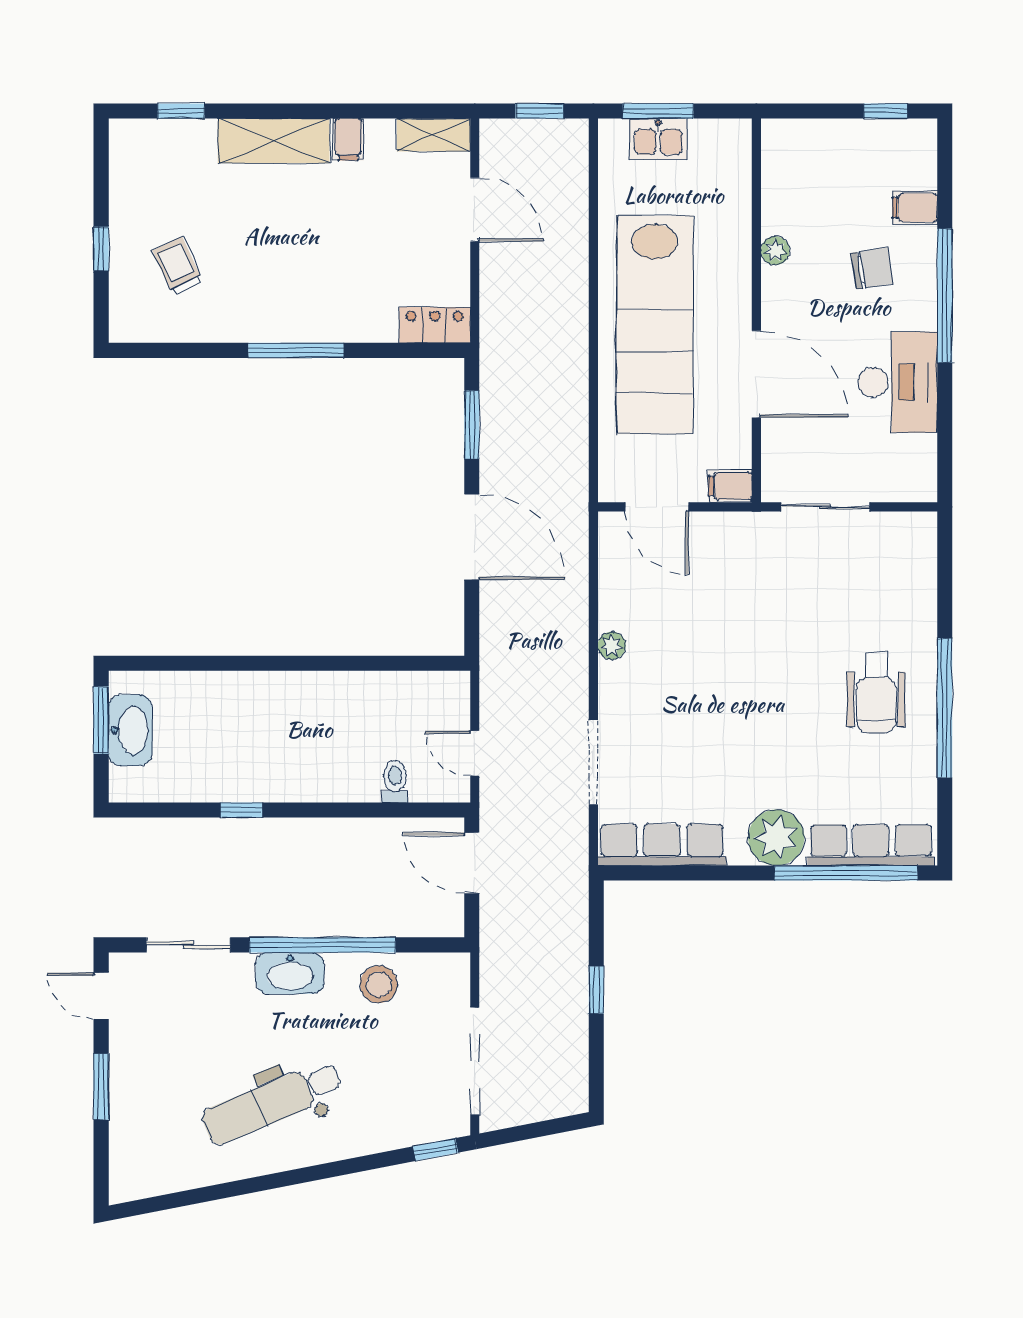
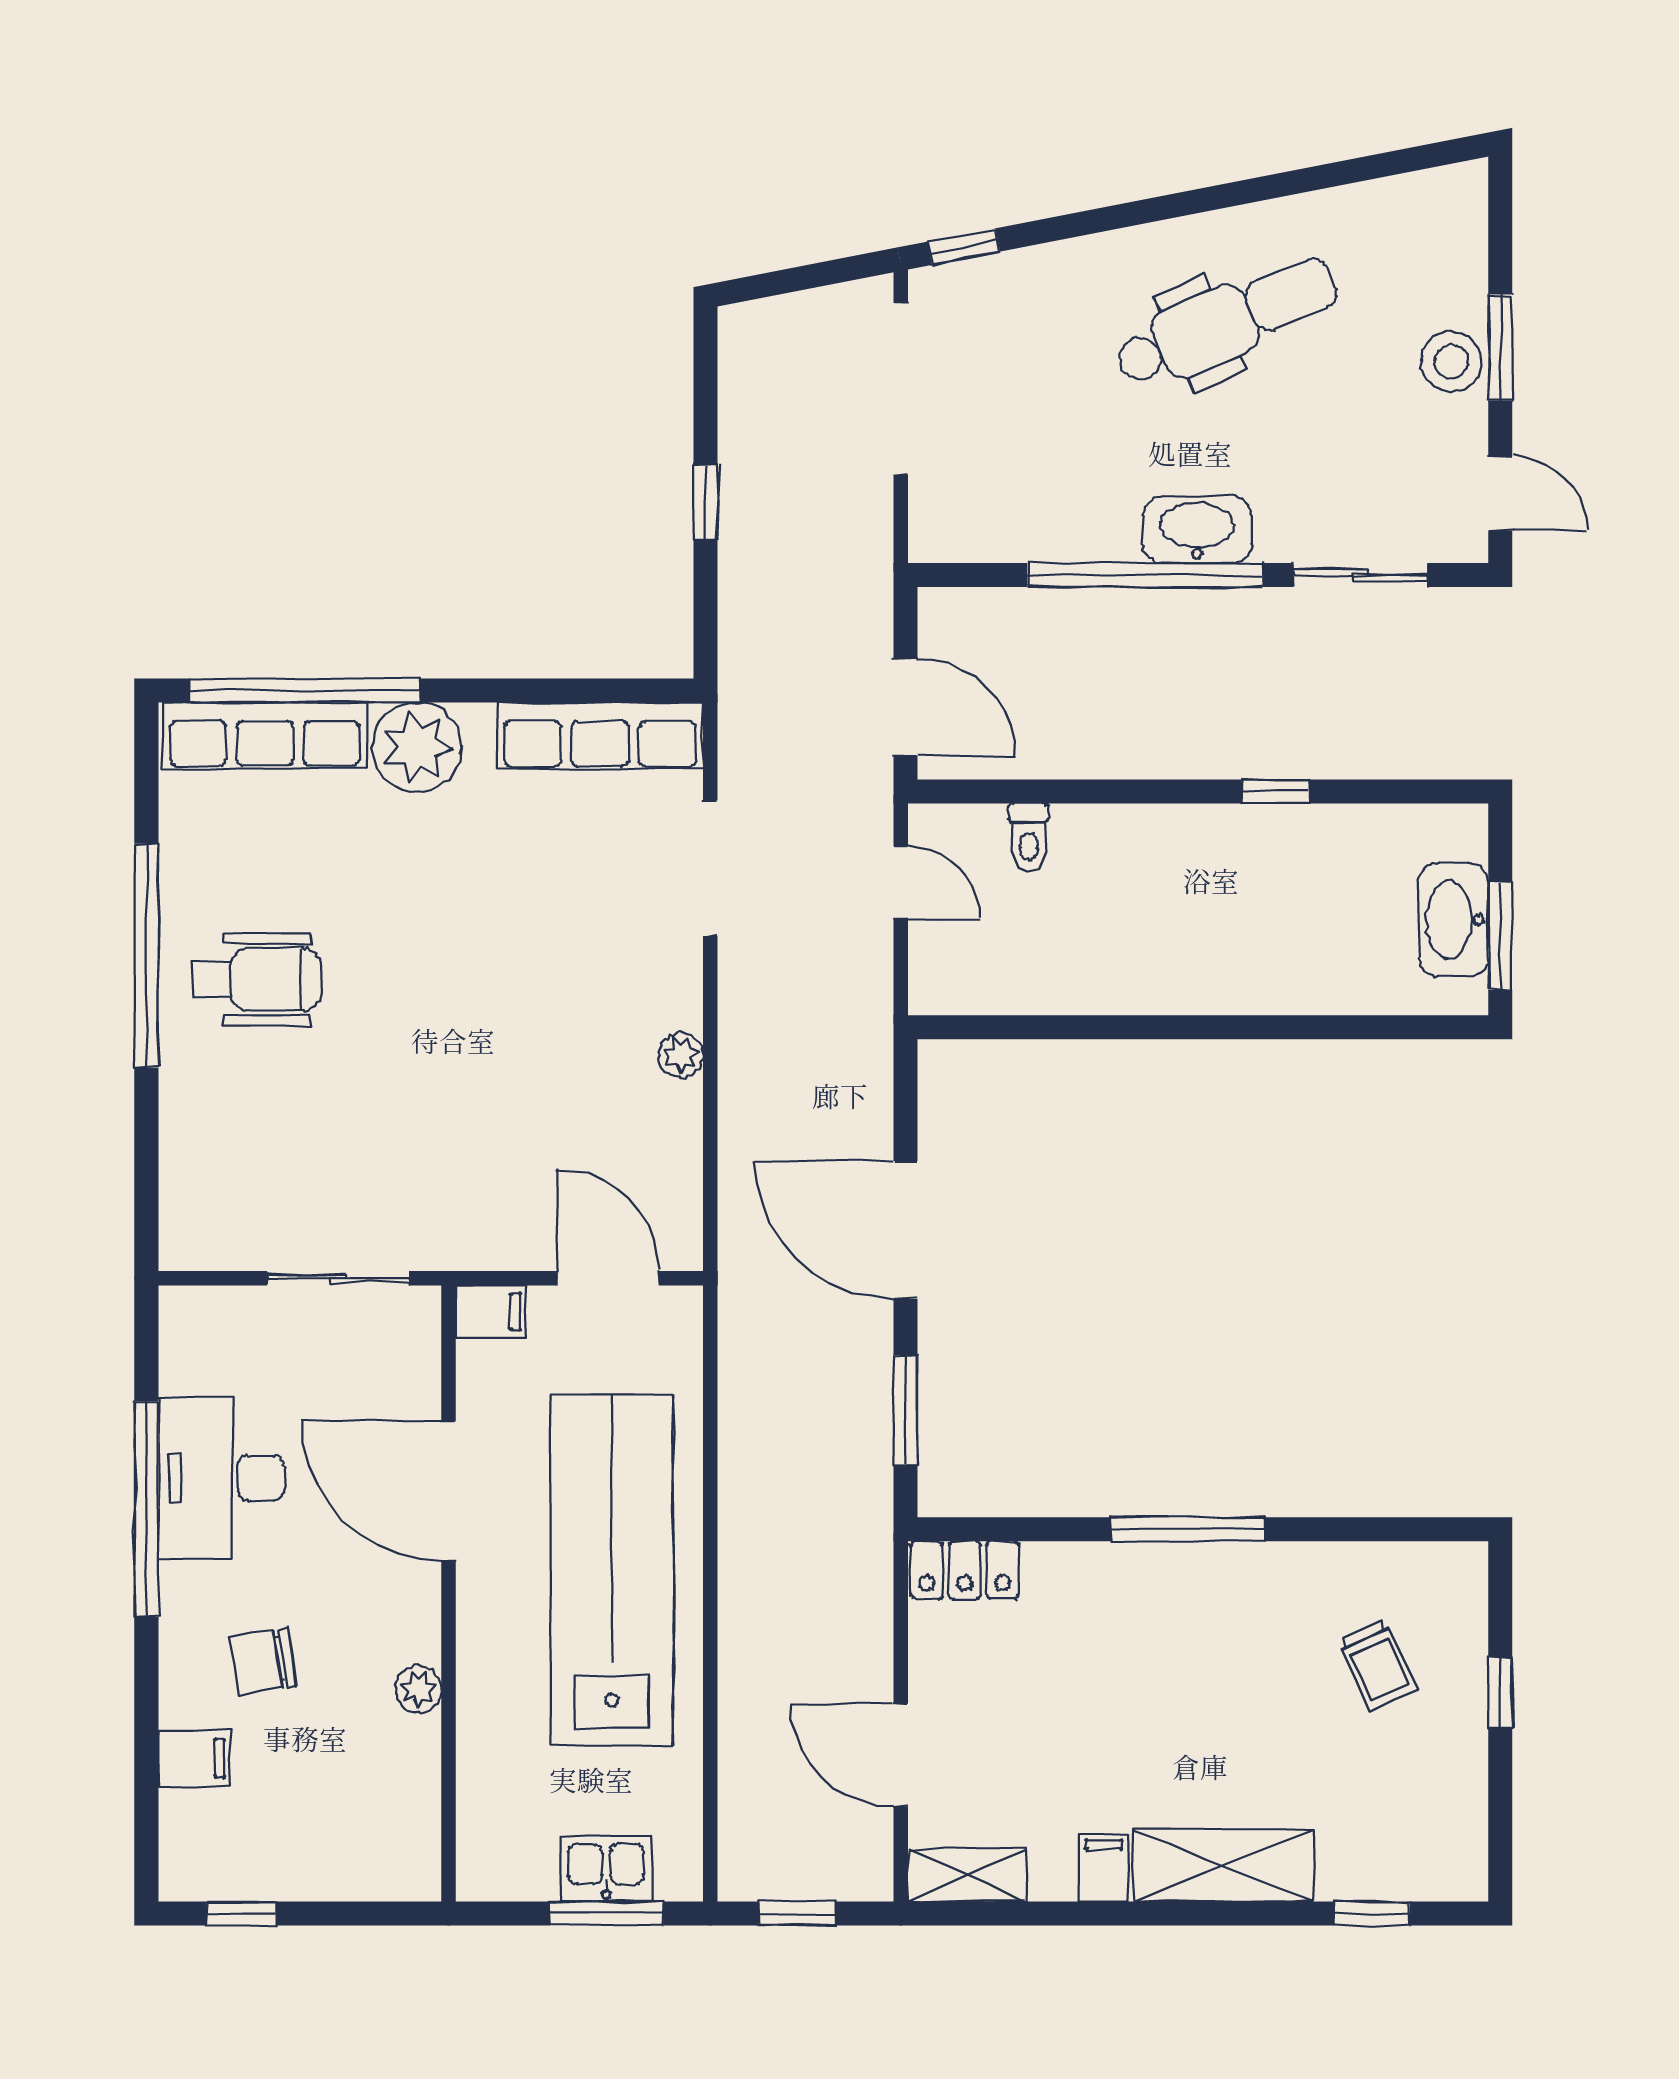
window: (945, 296) -> (146, 1509), moved
wheelchair: (876, 693) -> (257, 980), turned 90
stool: (379, 984) -> (1451, 361), moved

